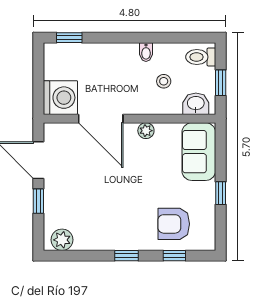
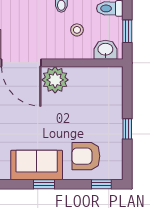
plant: (146, 131) -> (55, 80), width x1.87, depth x1.87
sofa: (199, 152) -> (37, 165), moved, turned 90
window: (174, 256) -> (101, 184), moved

